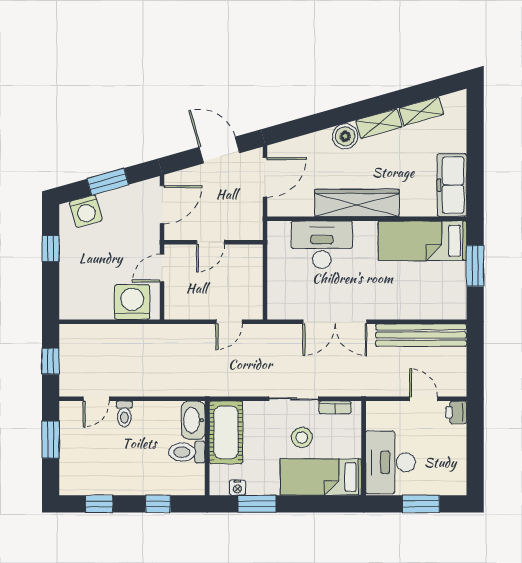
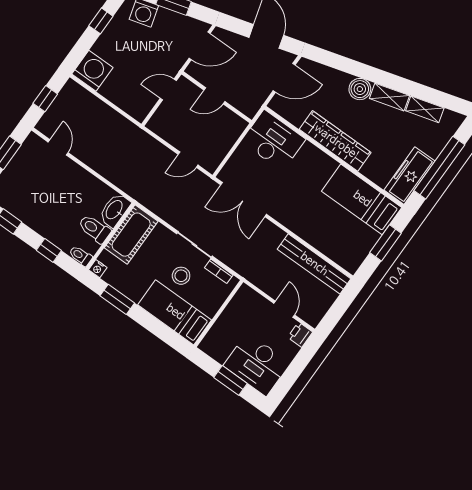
window: (475, 157) -> (439, 168), added
desk: (322, 245) -> (273, 140), moved
washing machine: (132, 302) -> (92, 71), moved
double door: (335, 322) -> (244, 199), moved
door: (96, 399) -> (58, 147), swing flipped
toilet: (124, 414) -> (80, 256), moved, turned 90
desk: (391, 462) -> (257, 364), moved, turned -90
nightstand: (237, 488) -> (98, 269), moved

